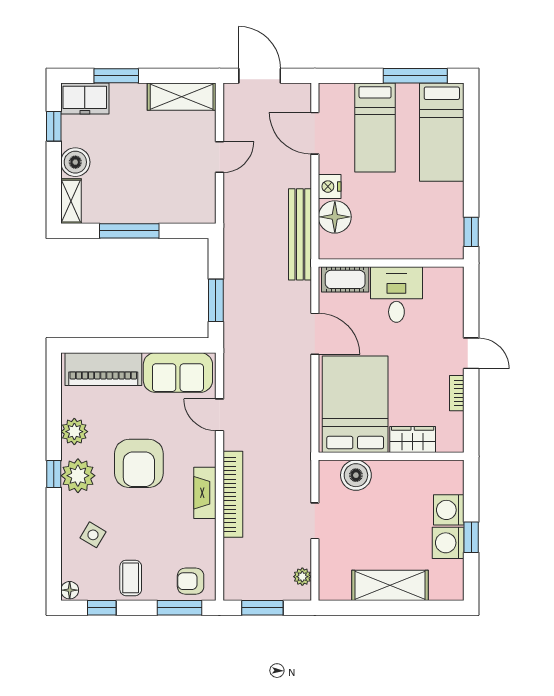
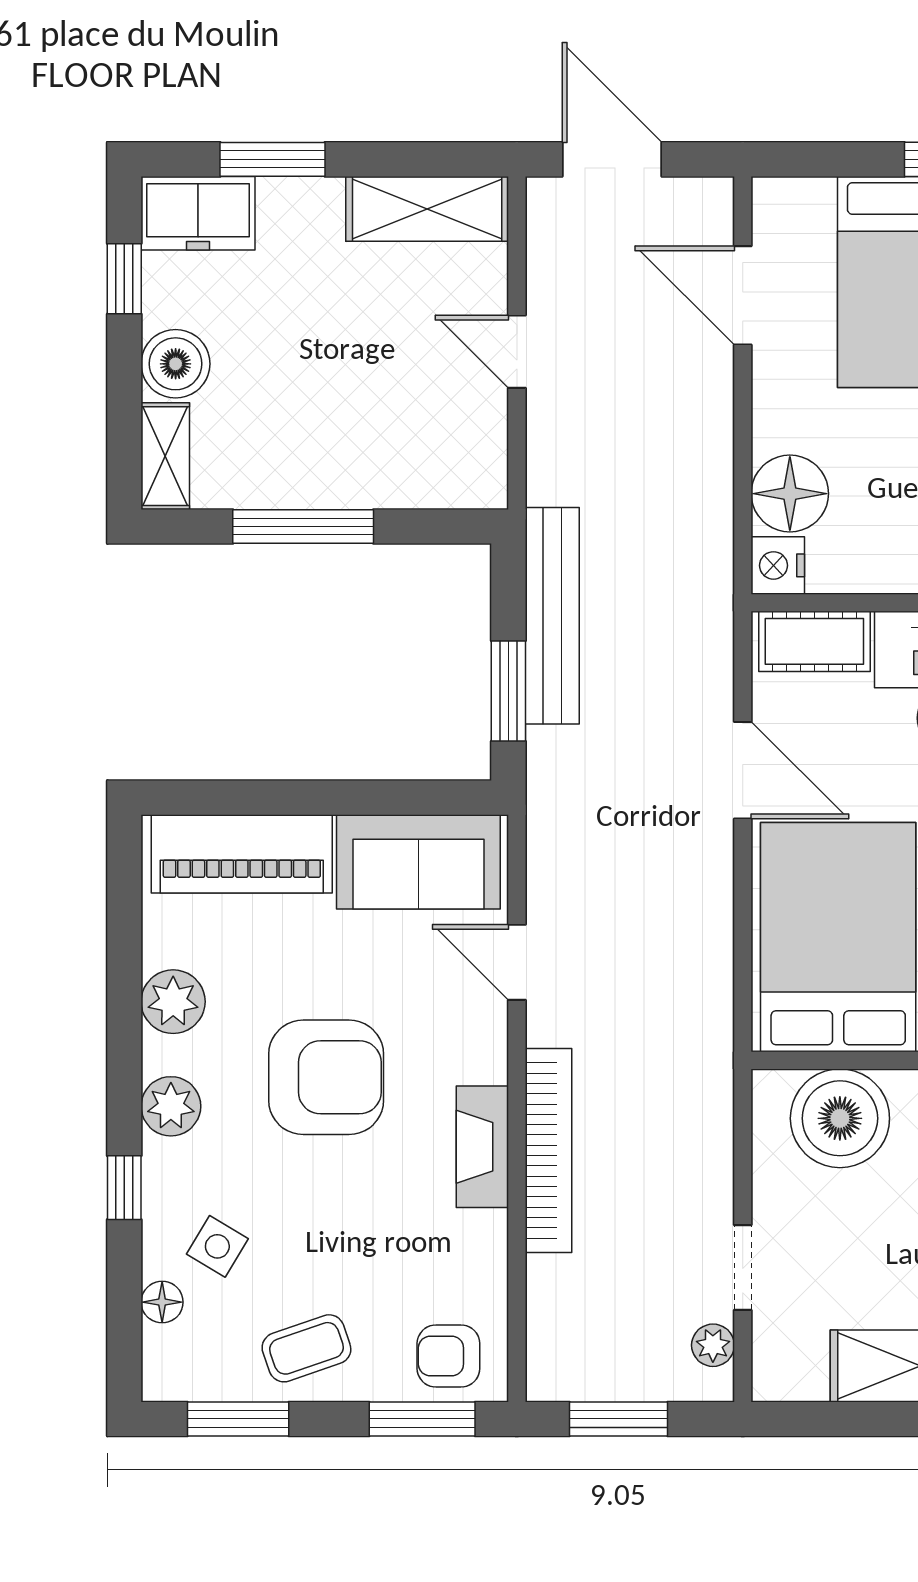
door: (219, 157) -> (517, 352), swing flipped
nightstand: (330, 187) -> (778, 565), moved
bench: (300, 234) -> (552, 616), moved
armchair: (139, 463) -> (326, 1077), turned -90
window: (54, 474) -> (124, 1188), moved
boiler: (356, 475) -> (840, 1118), width x1.37, depth x1.37
plant: (78, 476) -> (171, 1106), width x0.73, depth x0.73
doorway: (315, 521) -> (743, 1267), moved
coffee table: (131, 578) -> (306, 1348), turned 71
floor lamp: (70, 590) -> (162, 1302), moved
window: (102, 608) -> (238, 1419), width x1.50

